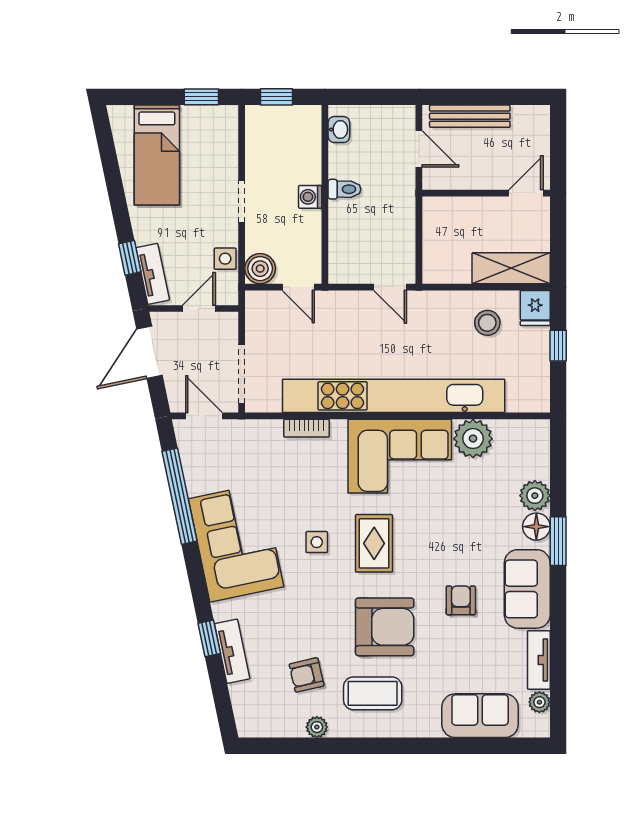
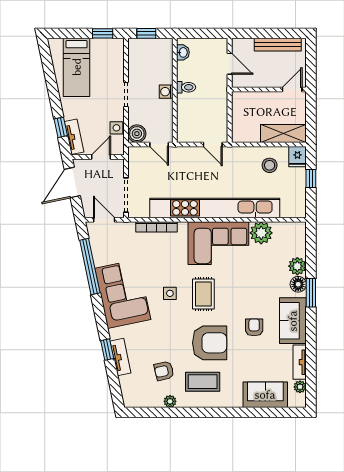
bench: (470, 116) -> (278, 45), moved
bookcase: (307, 428) -> (157, 227), width x1.56

